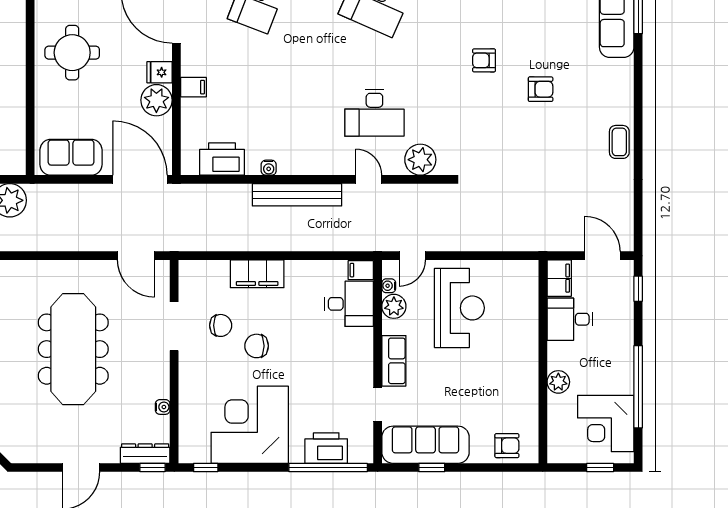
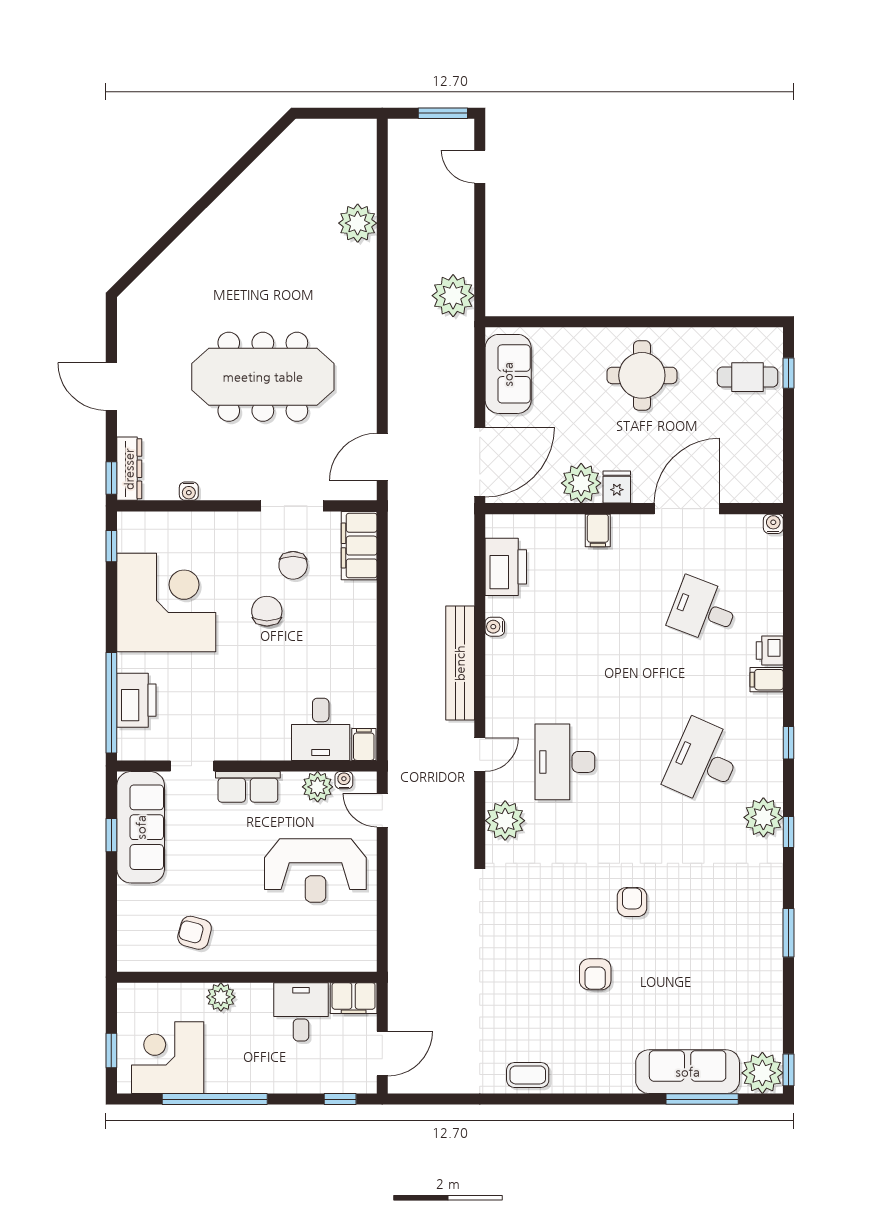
filing cabinet: (257, 274) -> (359, 546), moved
armchair: (507, 446) -> (195, 933), moved, turned 105

